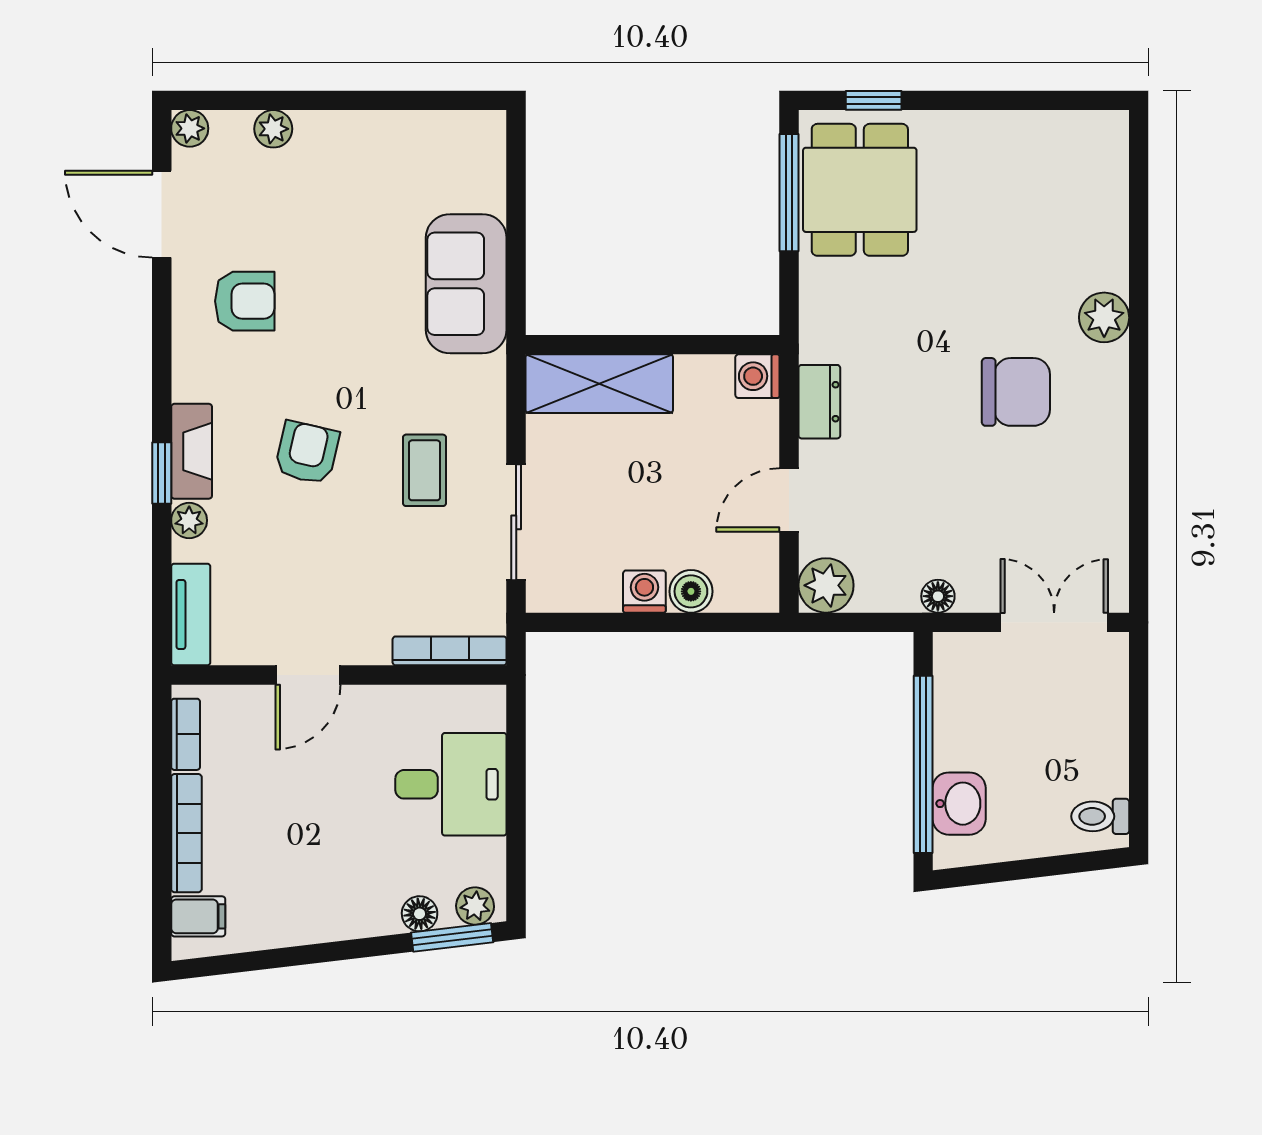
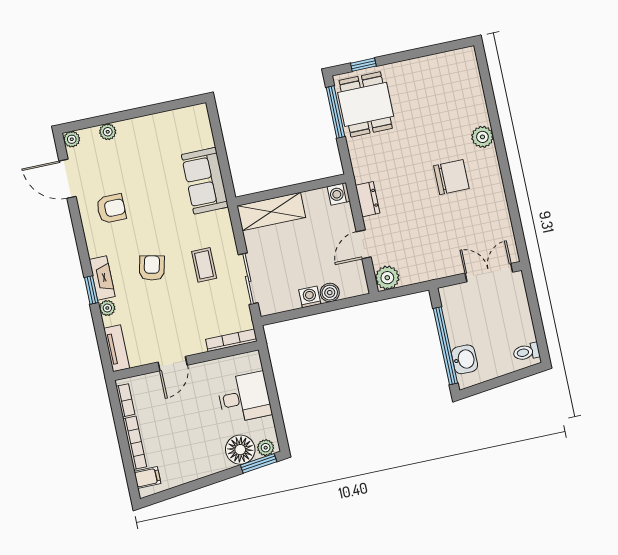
floor lamp: (938, 596) -> (436, 272), removed
floor lamp: (420, 914) -> (240, 450), width x1.89, depth x1.89

